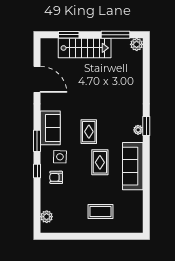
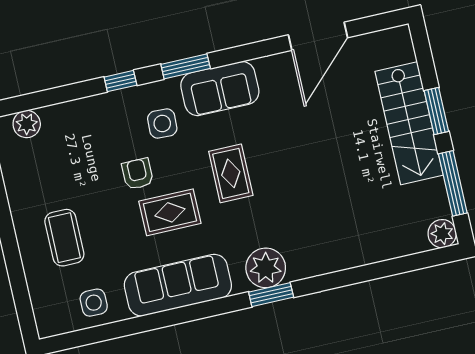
window: (69, 35) -> (436, 111), moved
plant: (138, 130) -> (266, 268), width x1.87, depth x1.87
rug: (89, 132) -> (231, 173), turned 90
armchair: (56, 177) -> (138, 174), moved
side table: (132, 205) -> (94, 303), added

